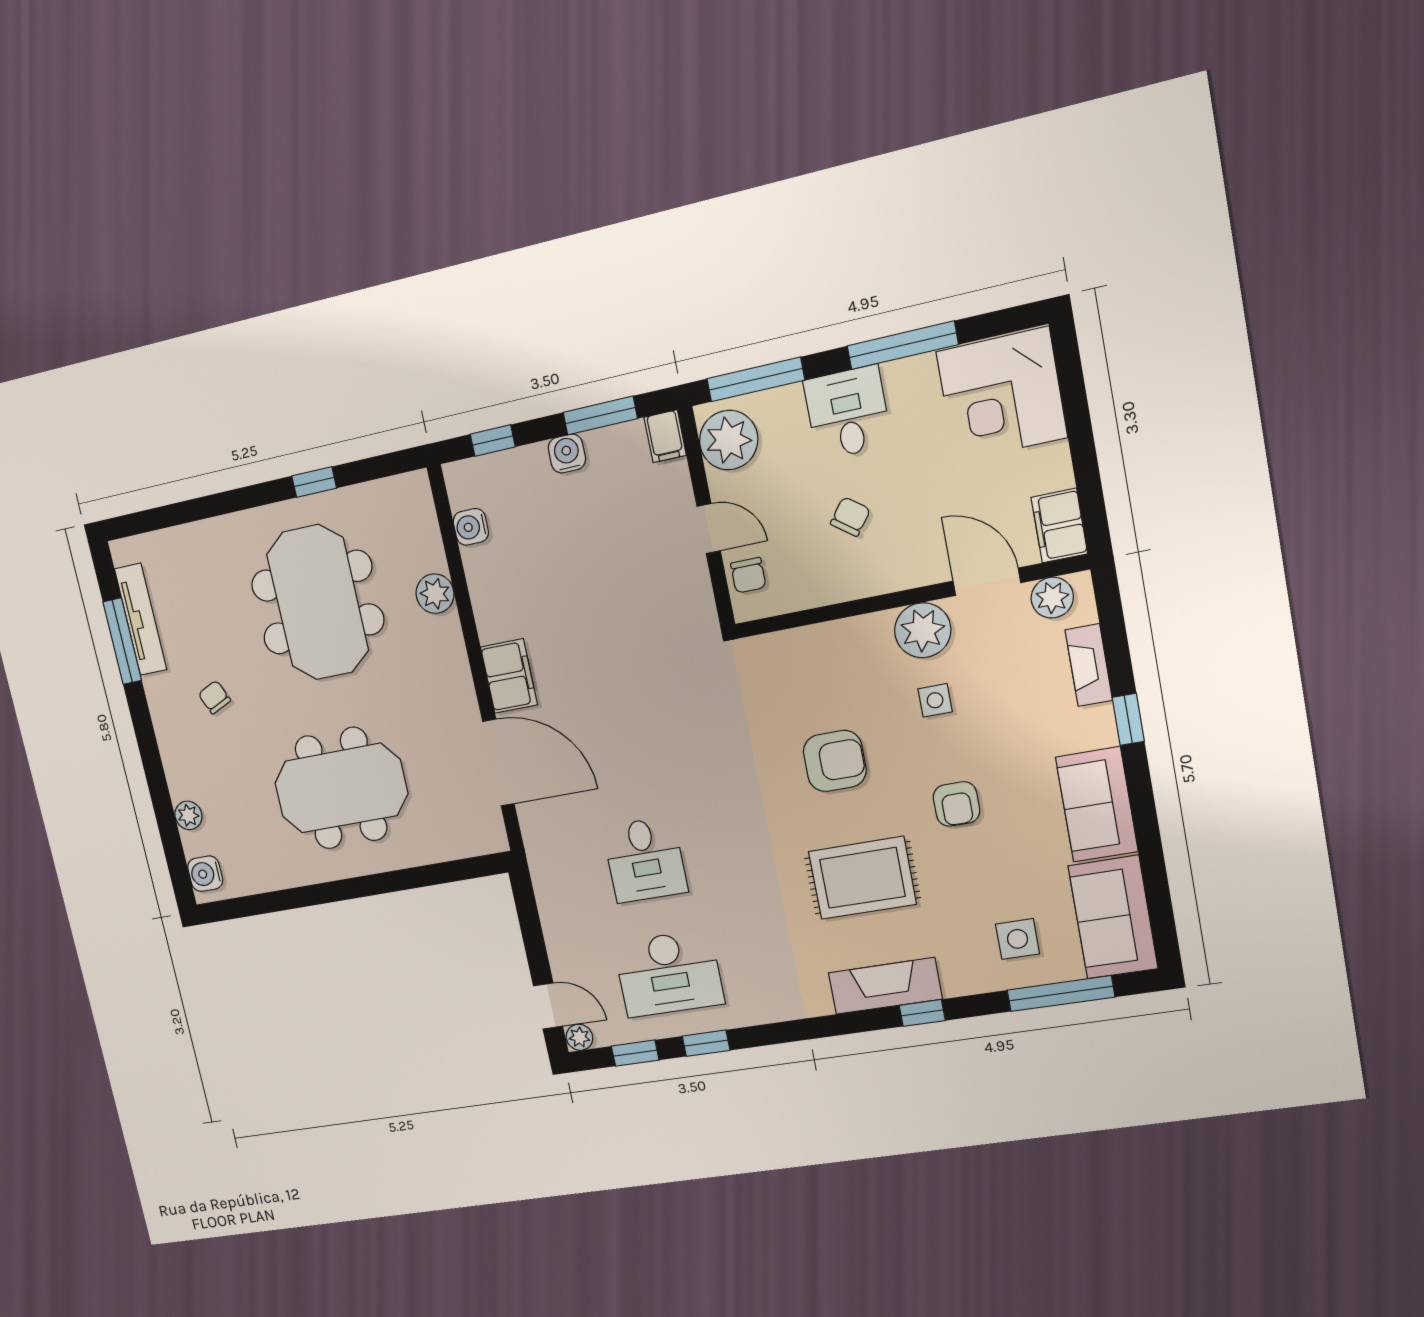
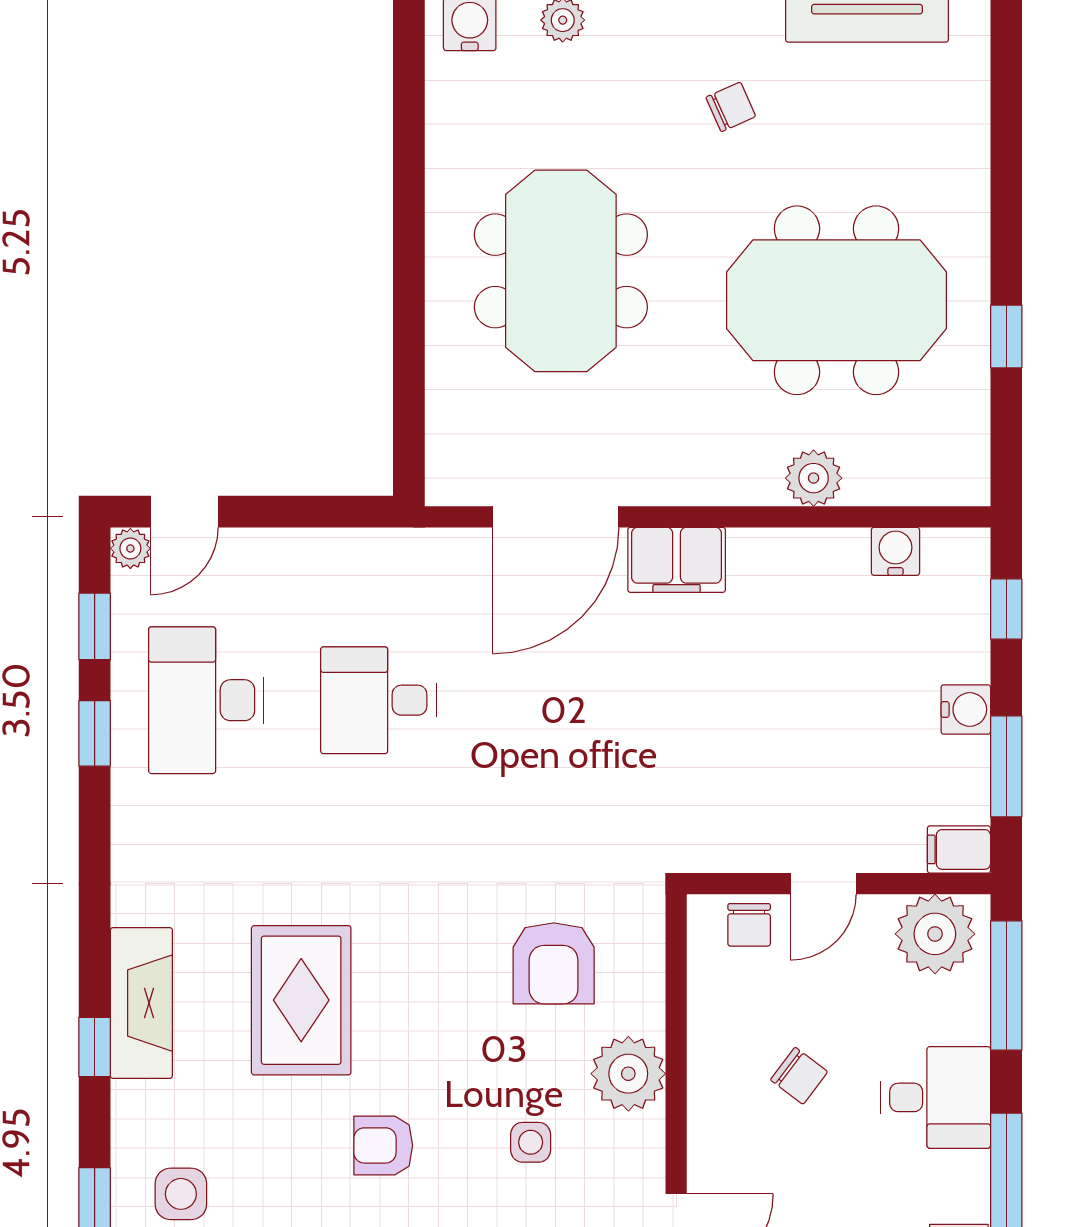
chair: (748, 575) -> (749, 925), turned -90
plant: (923, 630) -> (628, 1074), moved
armchair: (835, 761) -> (554, 963), moved

